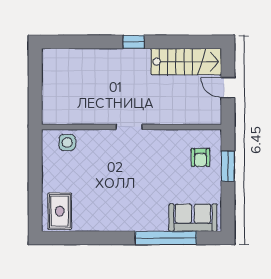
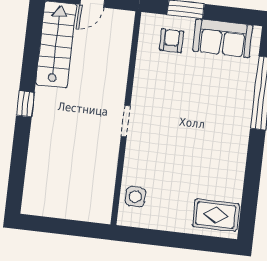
armchair: (201, 157) -> (172, 41), turned -90
sofa: (193, 218) -> (223, 38), moved, turned -90

